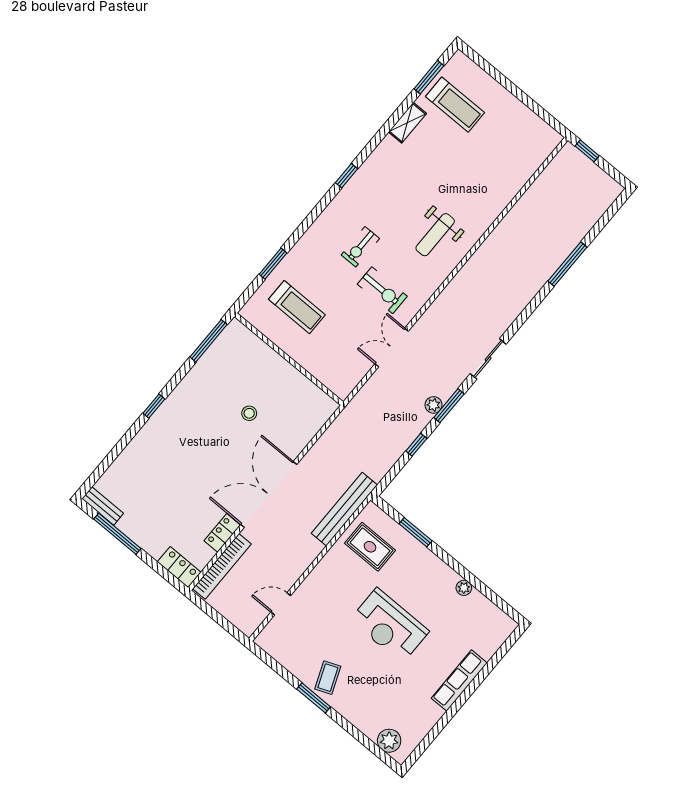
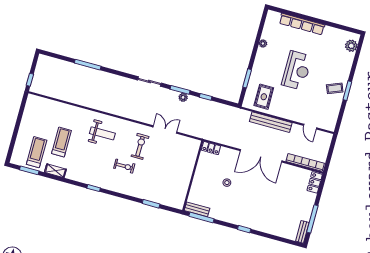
treadmill: (297, 307) -> (61, 142), moved
bench: (226, 339) -> (197, 209), added
double door: (392, 347) -> (165, 130), swing flipped
bench: (344, 509) -> (271, 122), moved
locker: (222, 533) -> (211, 148), moved
row of seats: (459, 681) -> (302, 24), width x1.36

